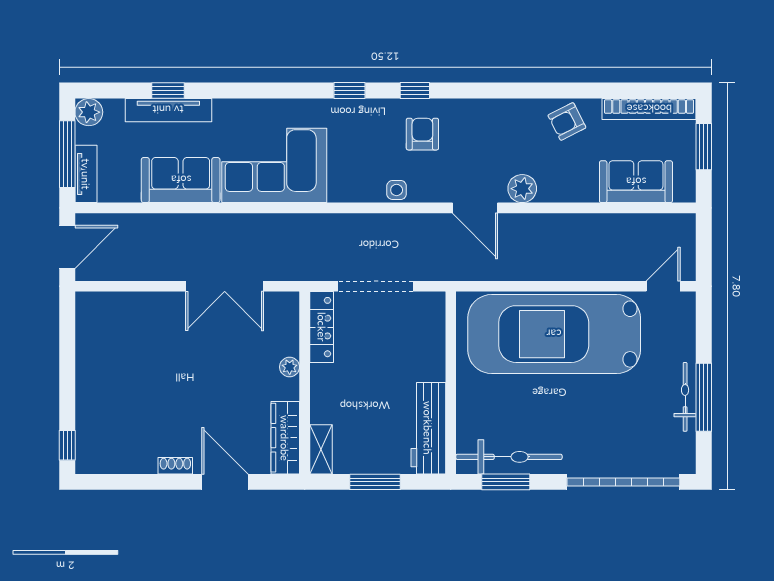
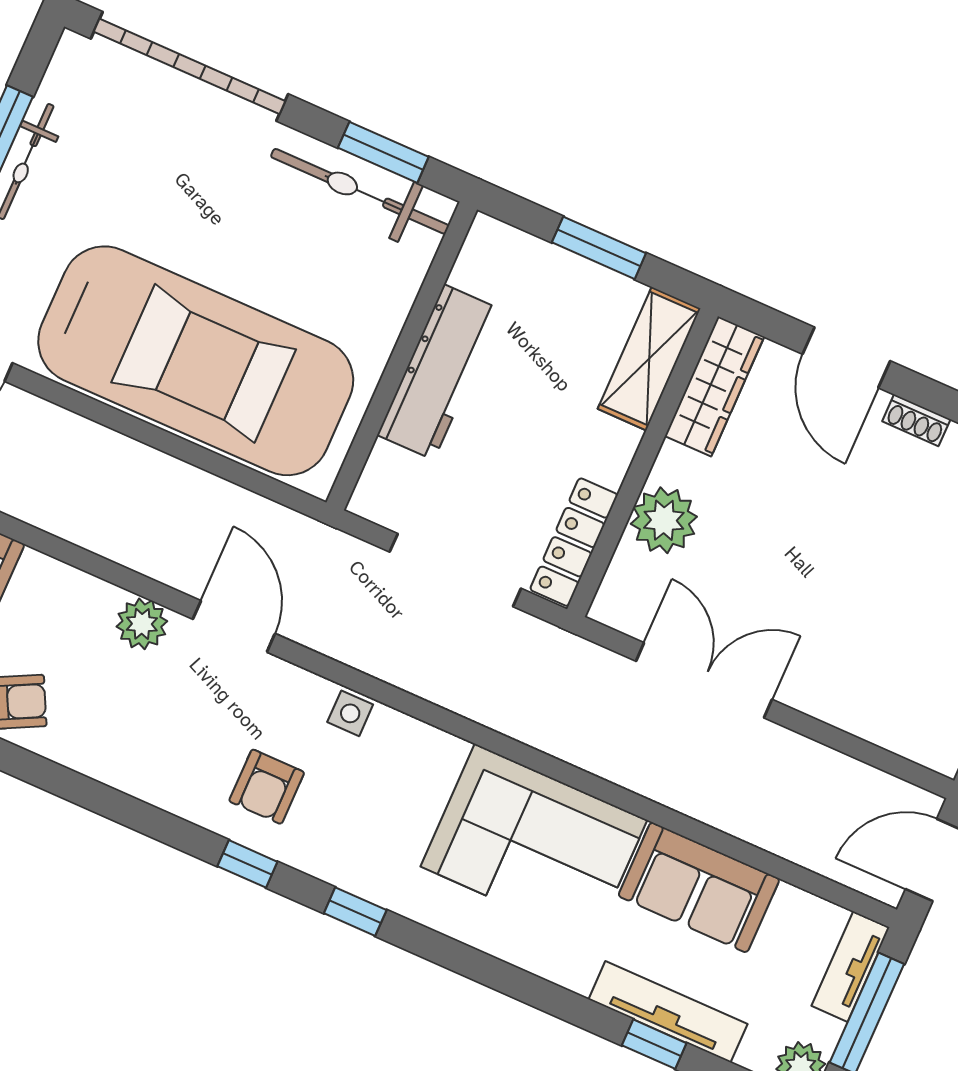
plant: (290, 367) -> (664, 520), width x1.88, depth x1.88
workbench: (428, 428) -> (439, 372), moved
shelving: (321, 449) -> (649, 359), width x1.50, depth x1.33

